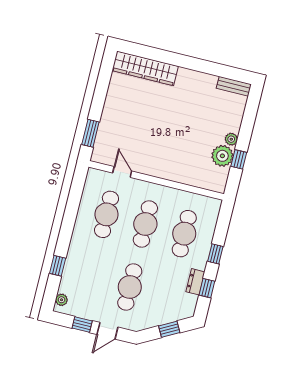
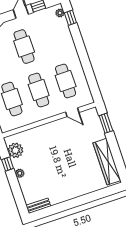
wardrobe: (145, 68) -> (107, 162), moved, turned -90
plant: (222, 156) -> (15, 150), moved
window: (58, 266) -> (70, 18), moved

